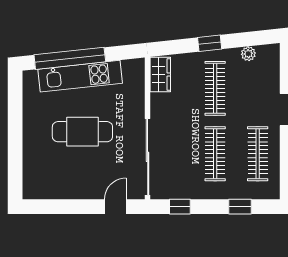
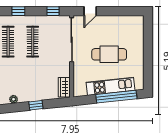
clothes rail: (215, 88) -> (33, 79), removed

